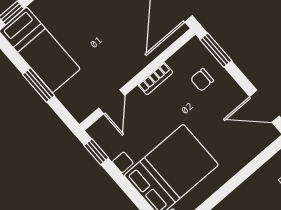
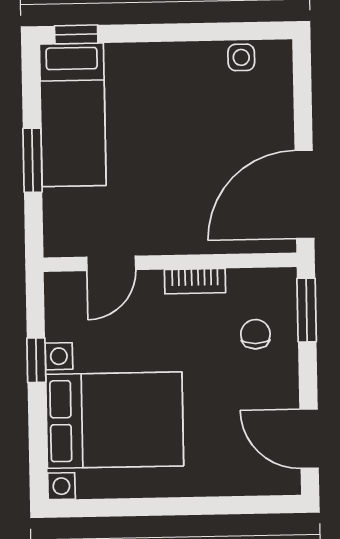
chair: (202, 80) -> (255, 334), turned 90
window: (96, 152) -> (36, 360), moved

